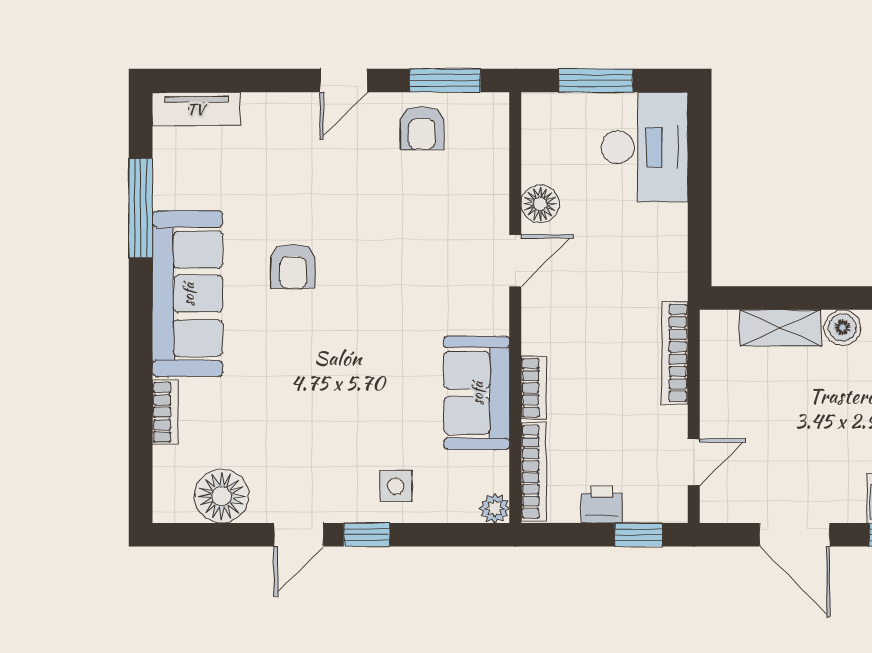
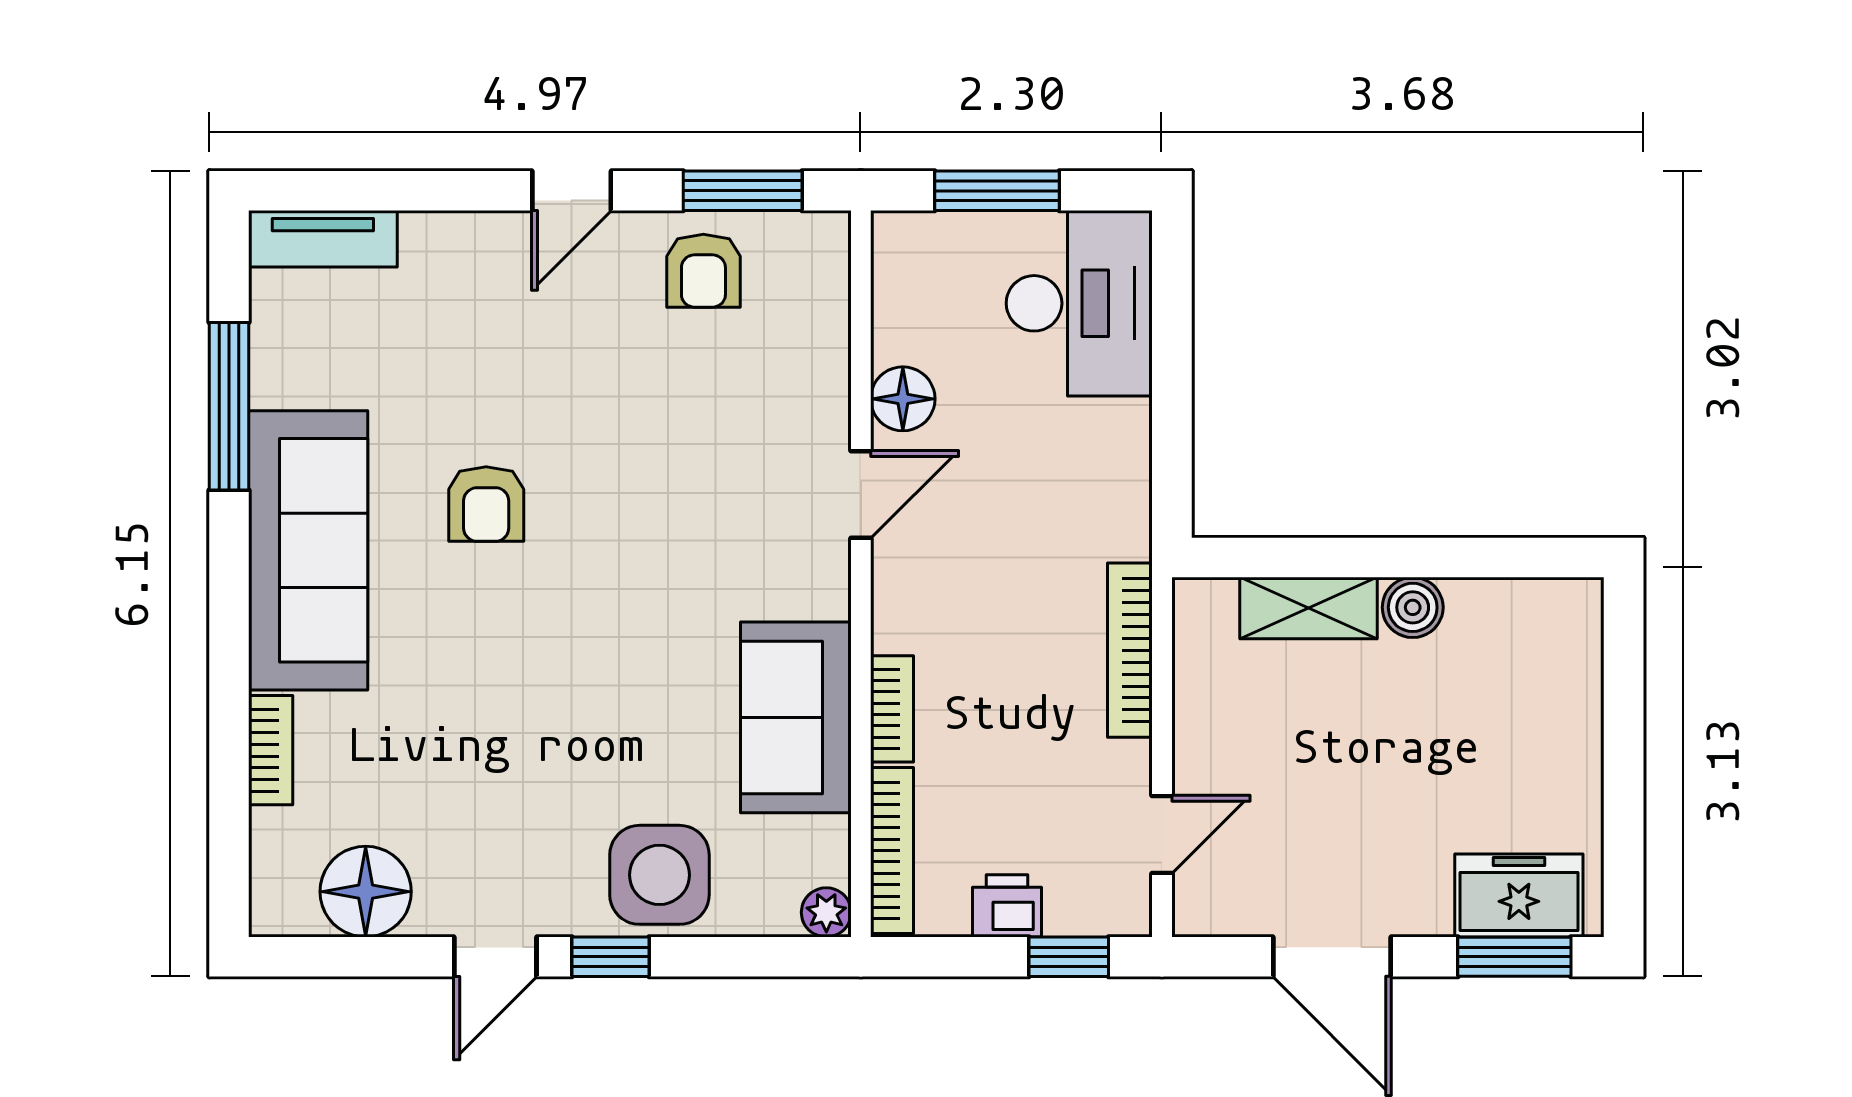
side table: (396, 486) -> (659, 875), width x1.87, depth x1.87

